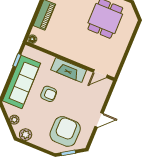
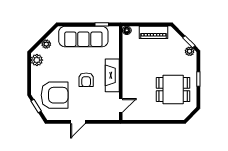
door: (100, 74) -> (121, 106), swing flipped
armchair: (49, 94) -> (86, 80), moved
door: (99, 120) -> (78, 122), hinge flipped

